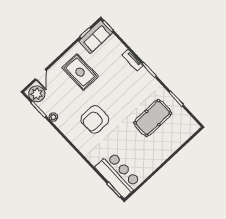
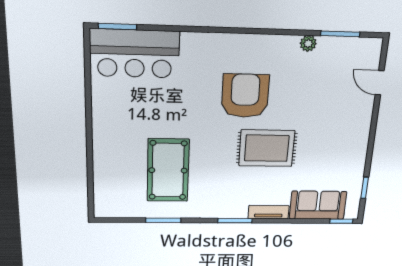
sofa: (96, 37) -> (318, 205), moved, turned 90
rug: (80, 72) -> (267, 148), moved
plant: (37, 94) -> (362, 52), removed

